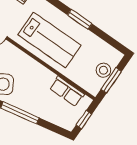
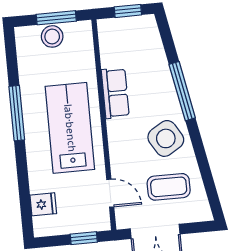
window: (80, 19) -> (17, 113), width x1.44
row of seats: (67, 91) -> (115, 93), moved

